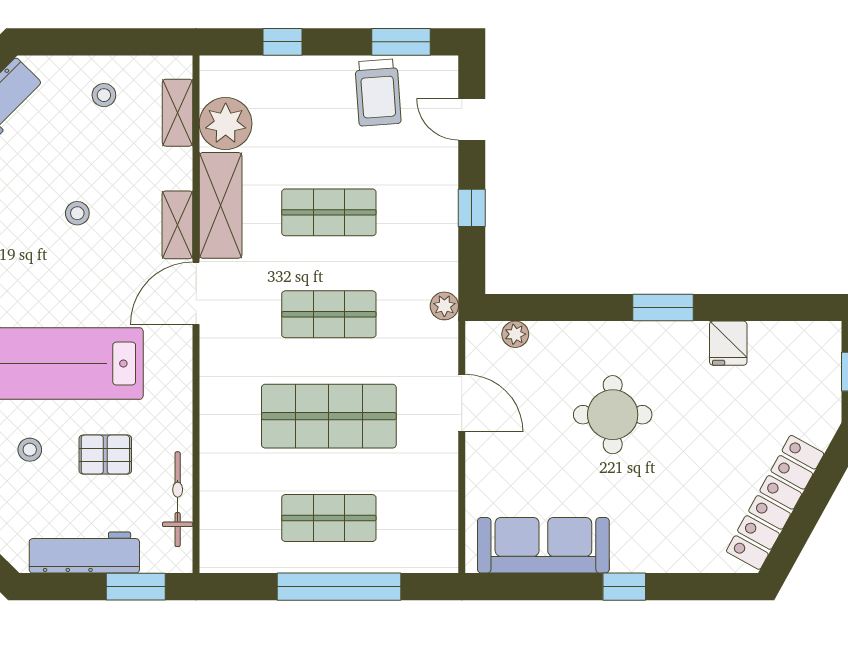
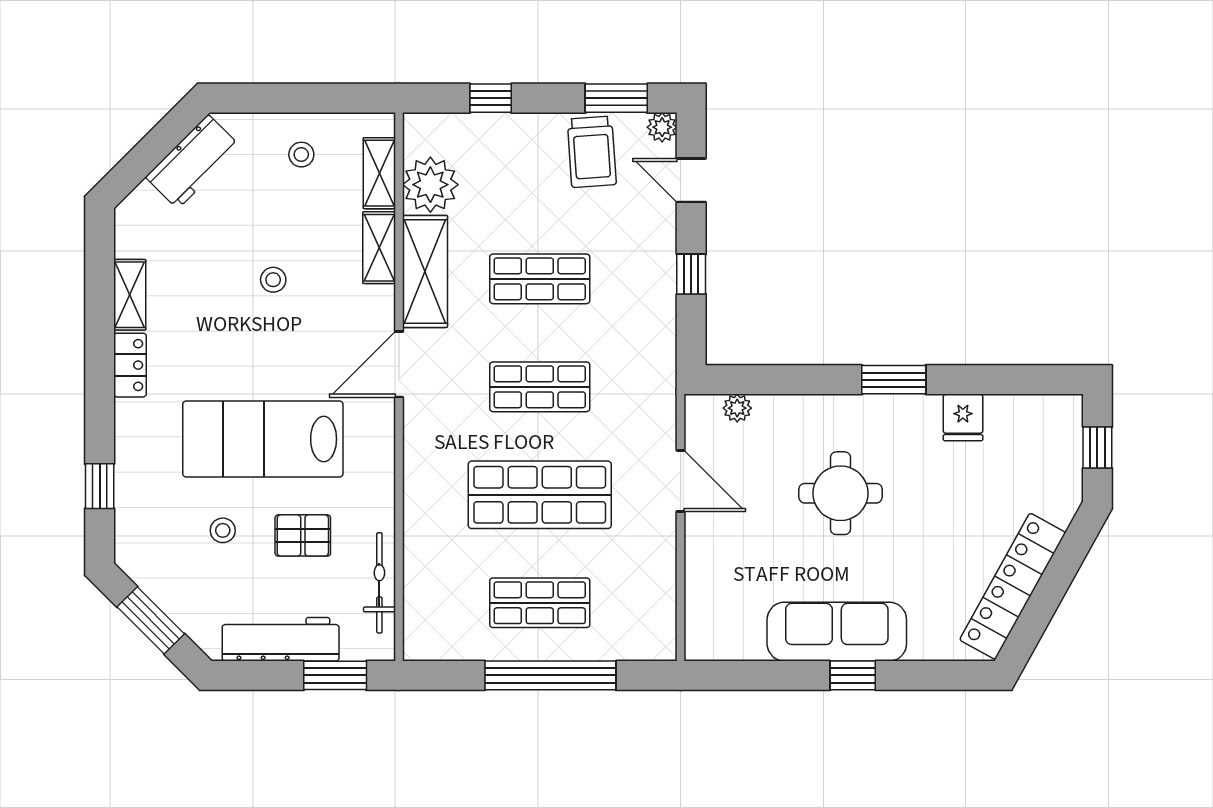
shelving: (177, 225) -> (379, 248), moved
plant: (444, 306) -> (662, 127), moved
sofa: (543, 545) -> (837, 632), moved

